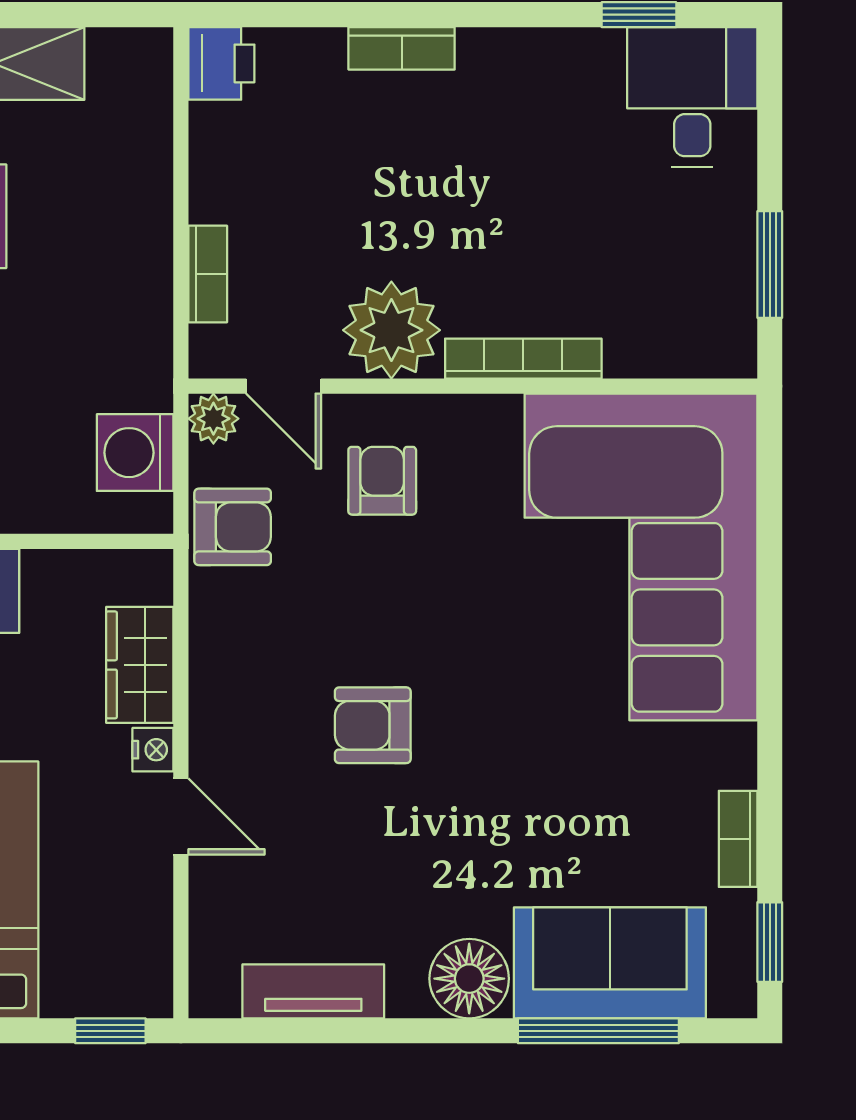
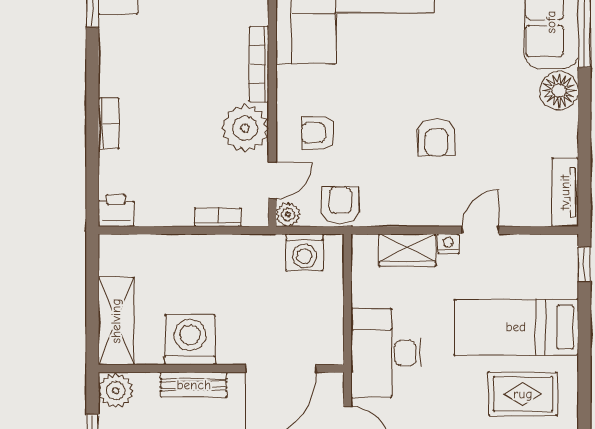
tv unit: (313, 991) -> (565, 192), moved

